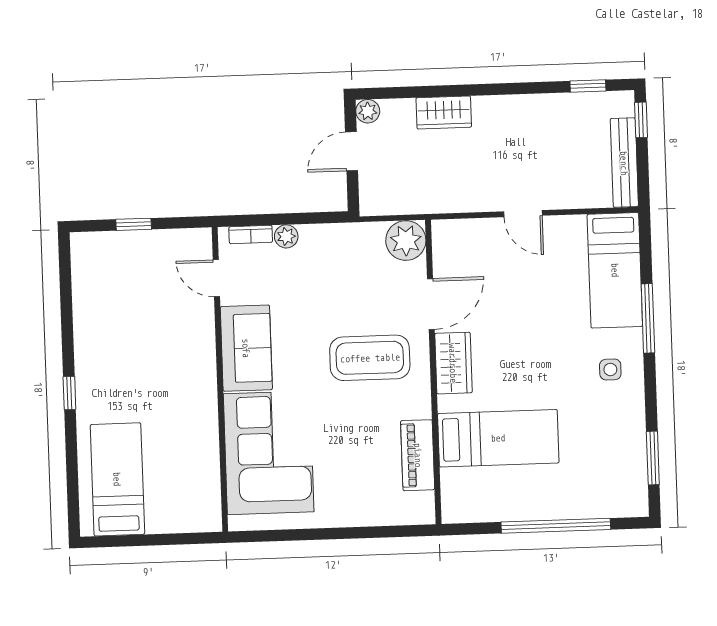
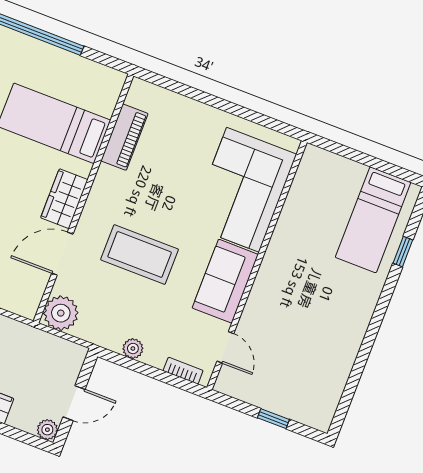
plant: (286, 236) -> (133, 349), moved
coffee table: (370, 358) -> (140, 254), moved
window: (69, 393) -> (403, 252), moved

